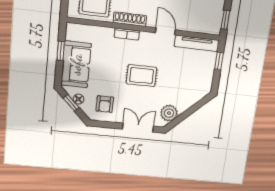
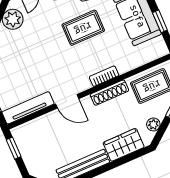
rug: (142, 76) -> (83, 28), moved

